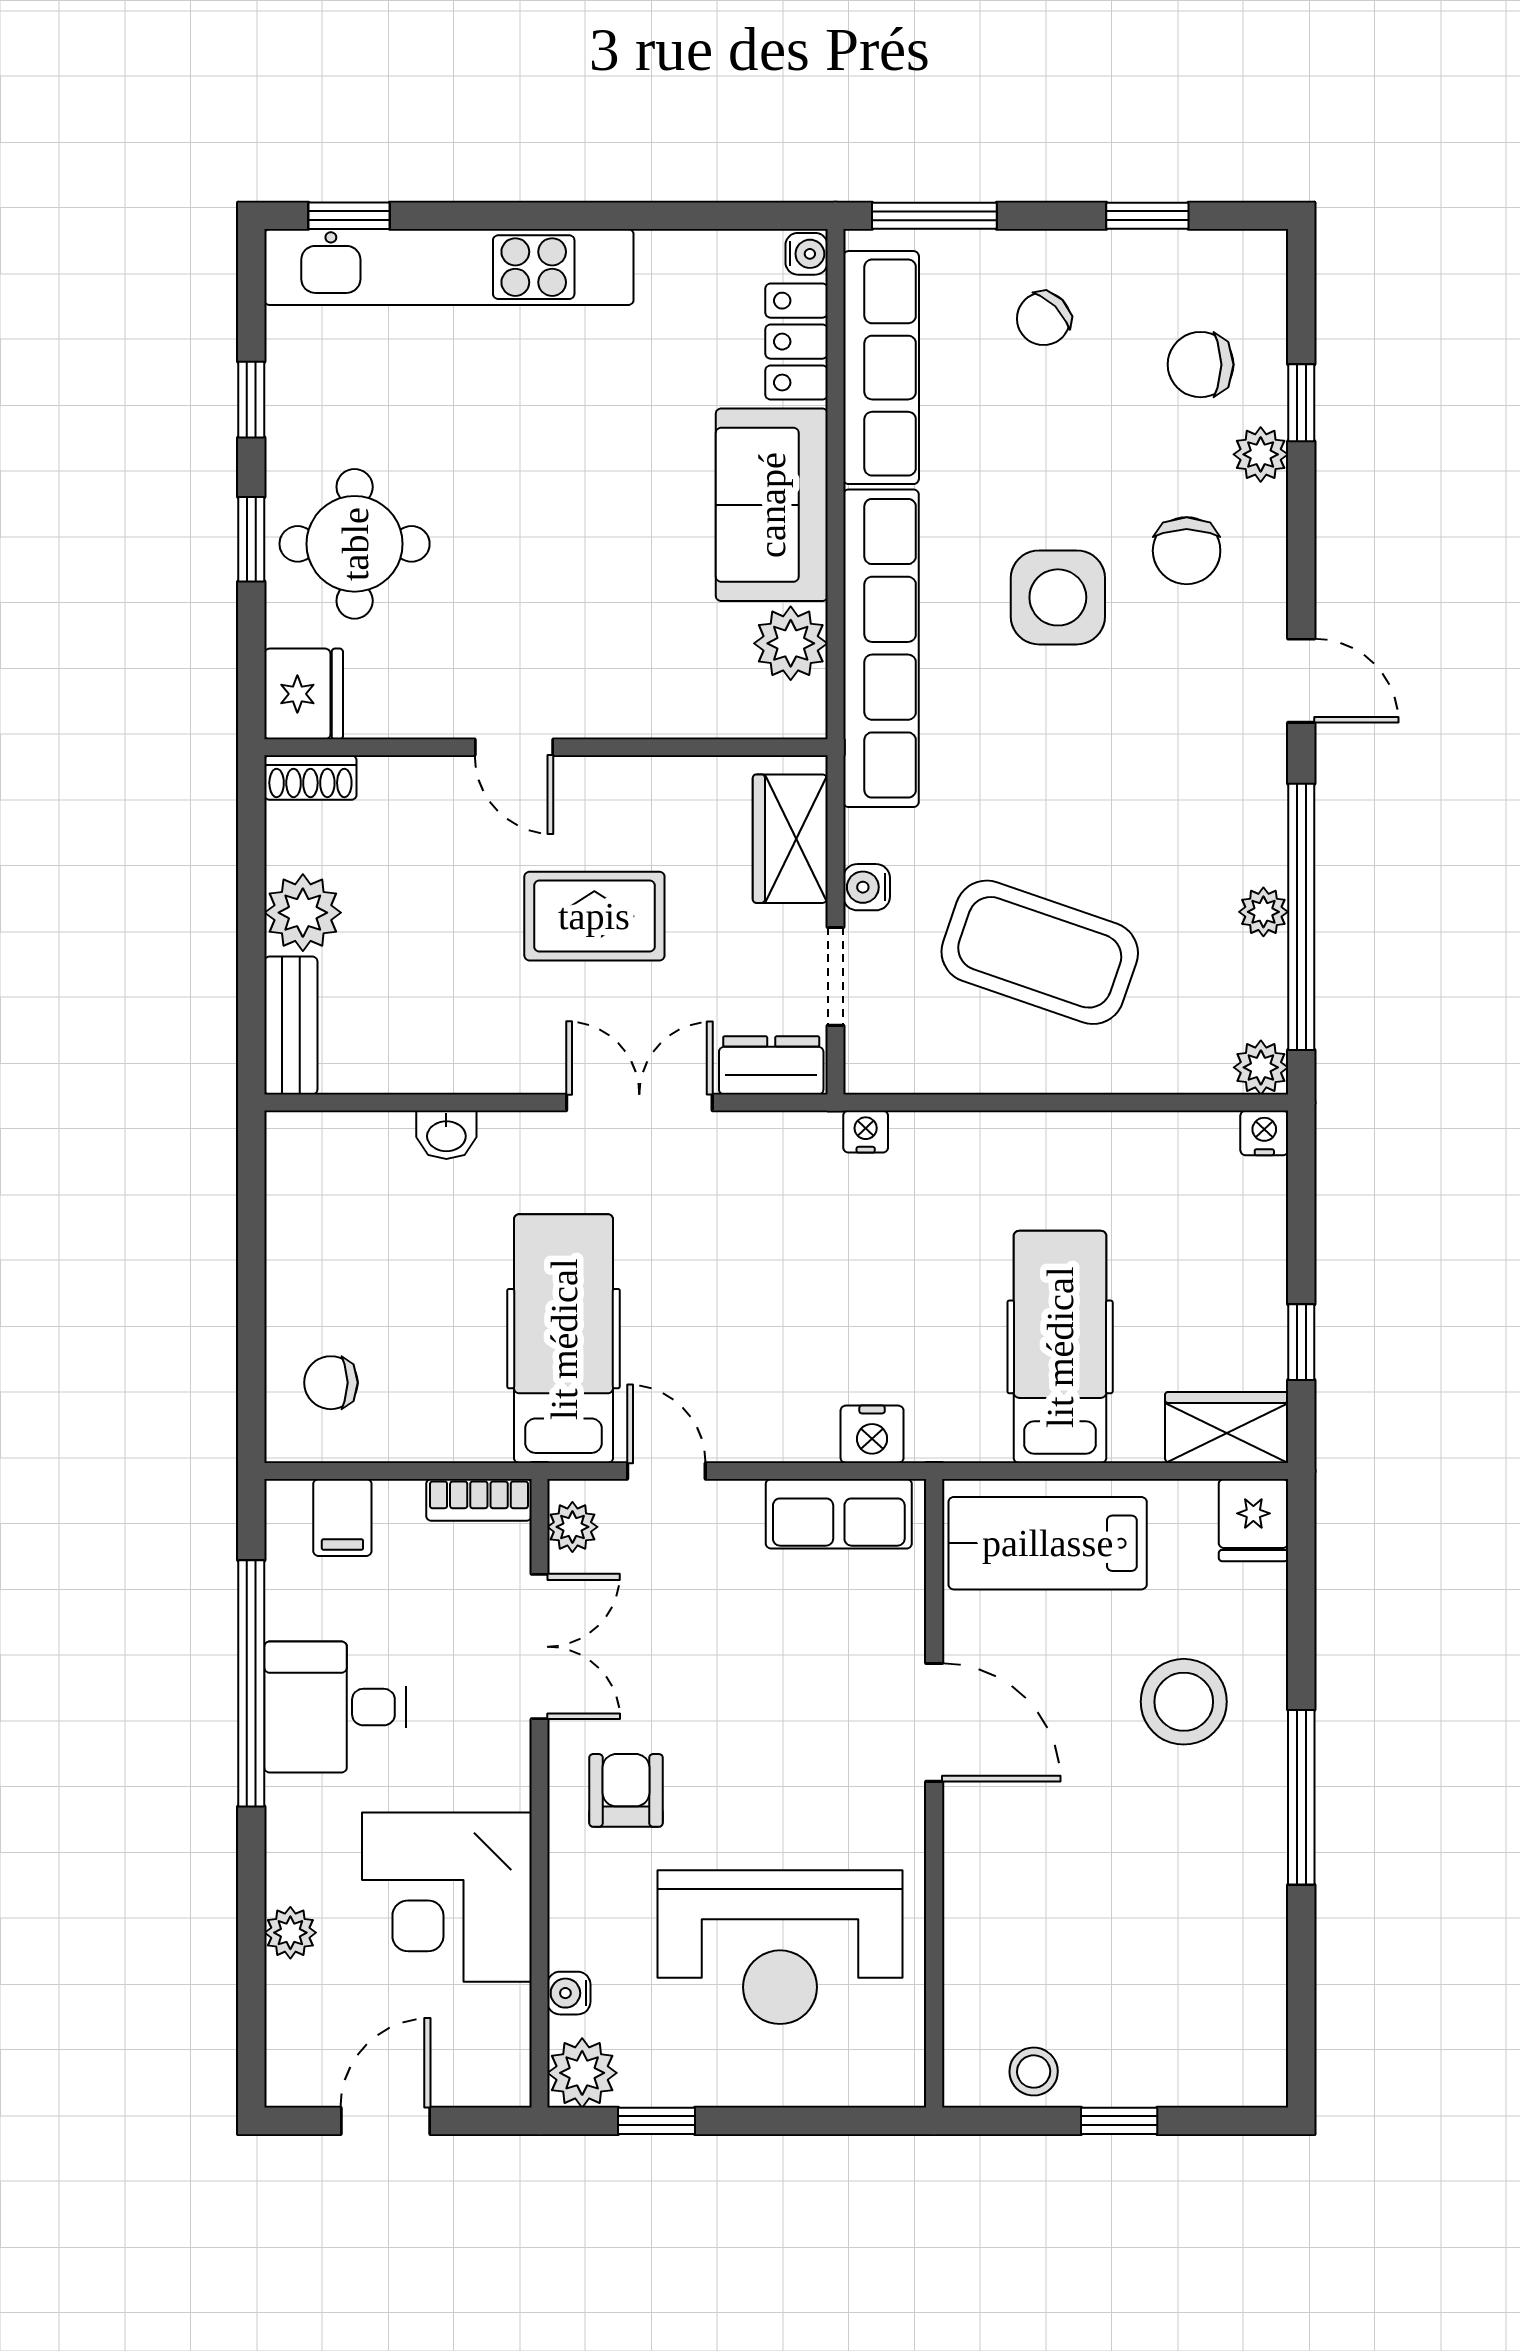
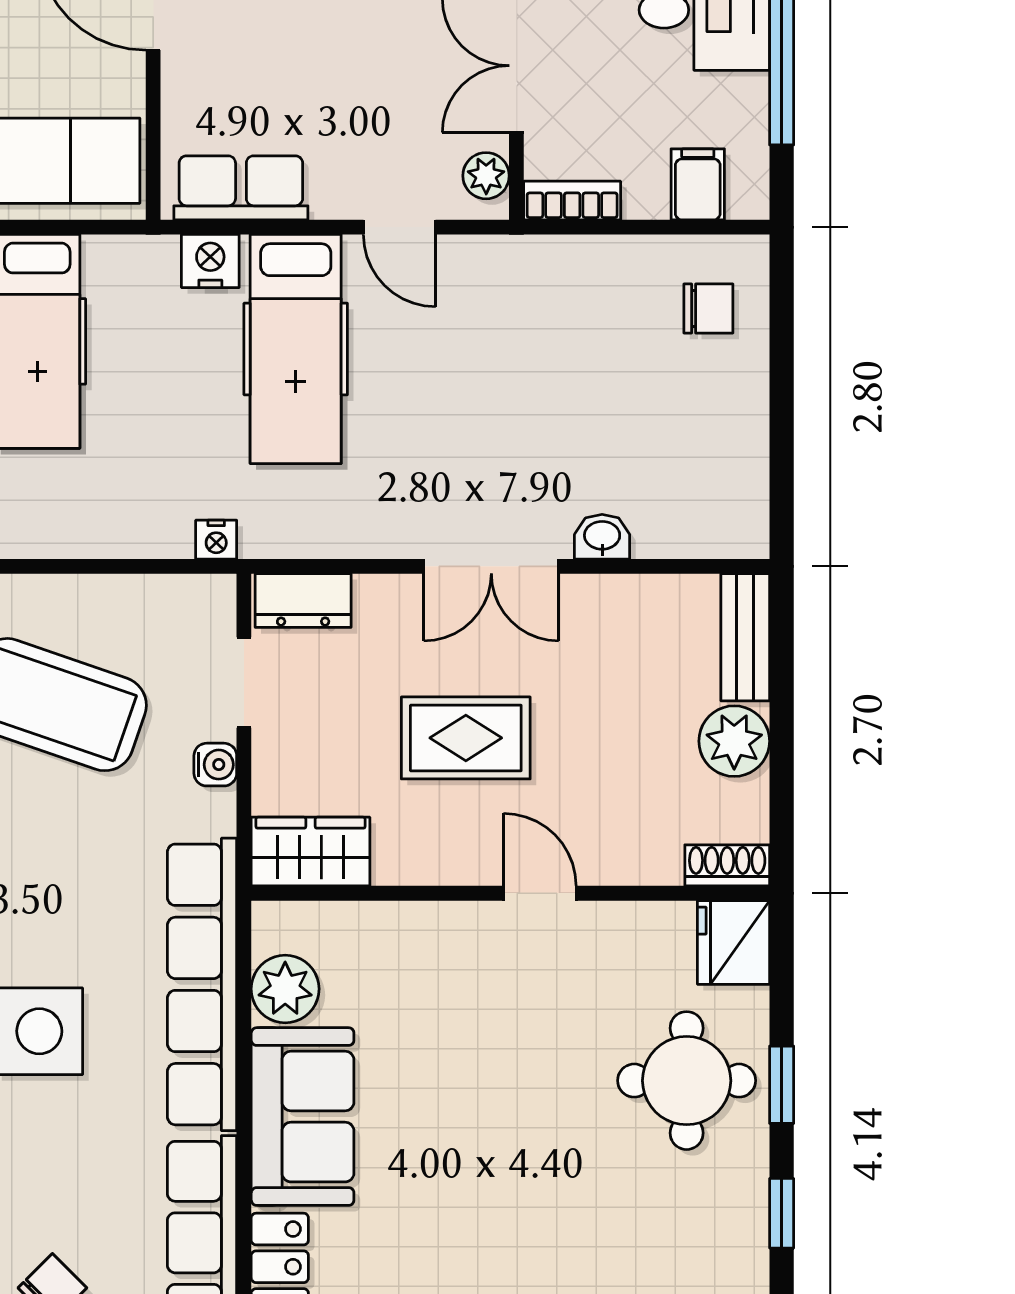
wardrobe: (790, 839) -> (311, 852), moved, turned -90
double door: (639, 1103) -> (491, 566), moved
hospital bed: (564, 1339) -> (296, 349), moved

